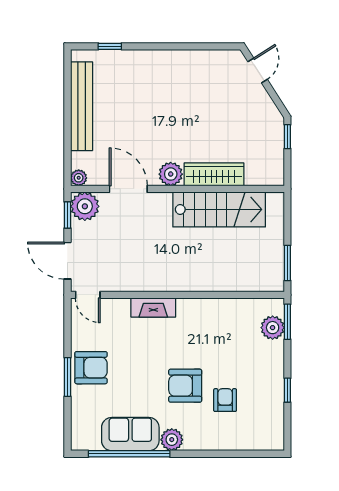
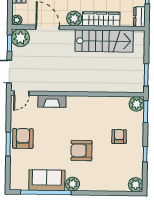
dresser: (275, 170) -> (139, 17), added
door: (88, 295) -> (22, 93), hinge flipped
fireplace: (153, 307) -> (52, 101), moved
plant: (273, 328) -> (137, 104), moved
armchair: (91, 368) -> (23, 138), turned -90
armchair: (225, 400) -> (119, 137), moved
plant: (273, 439) -> (136, 185), added

